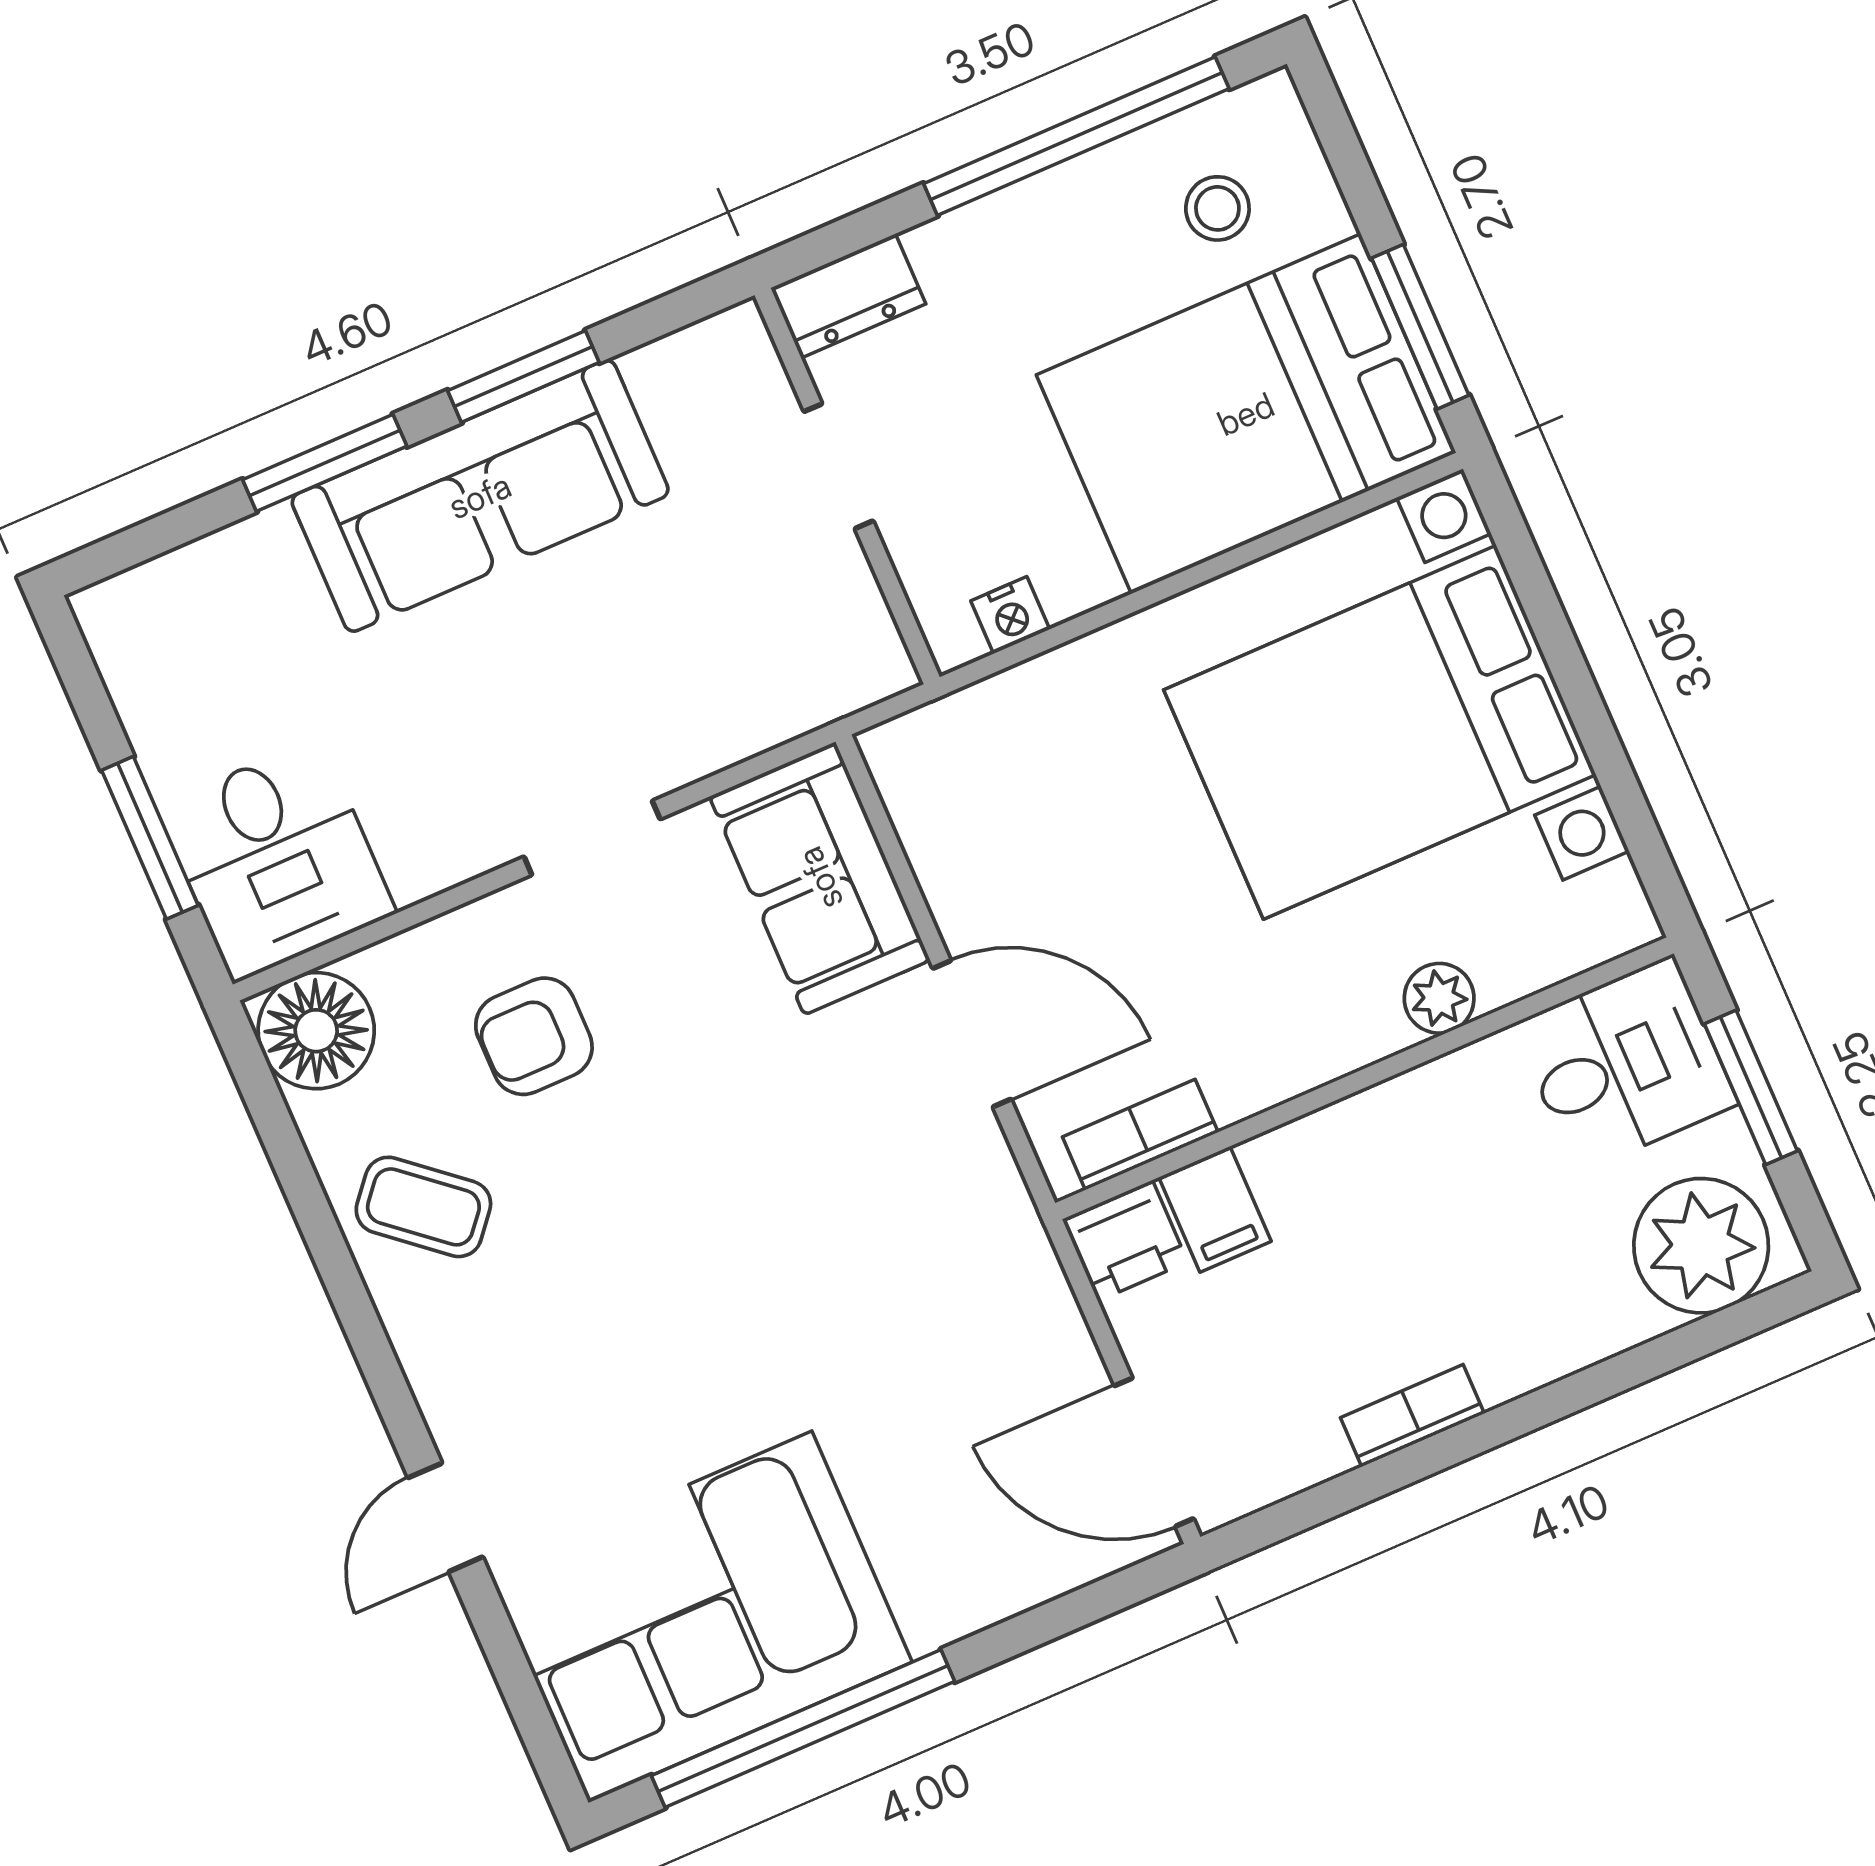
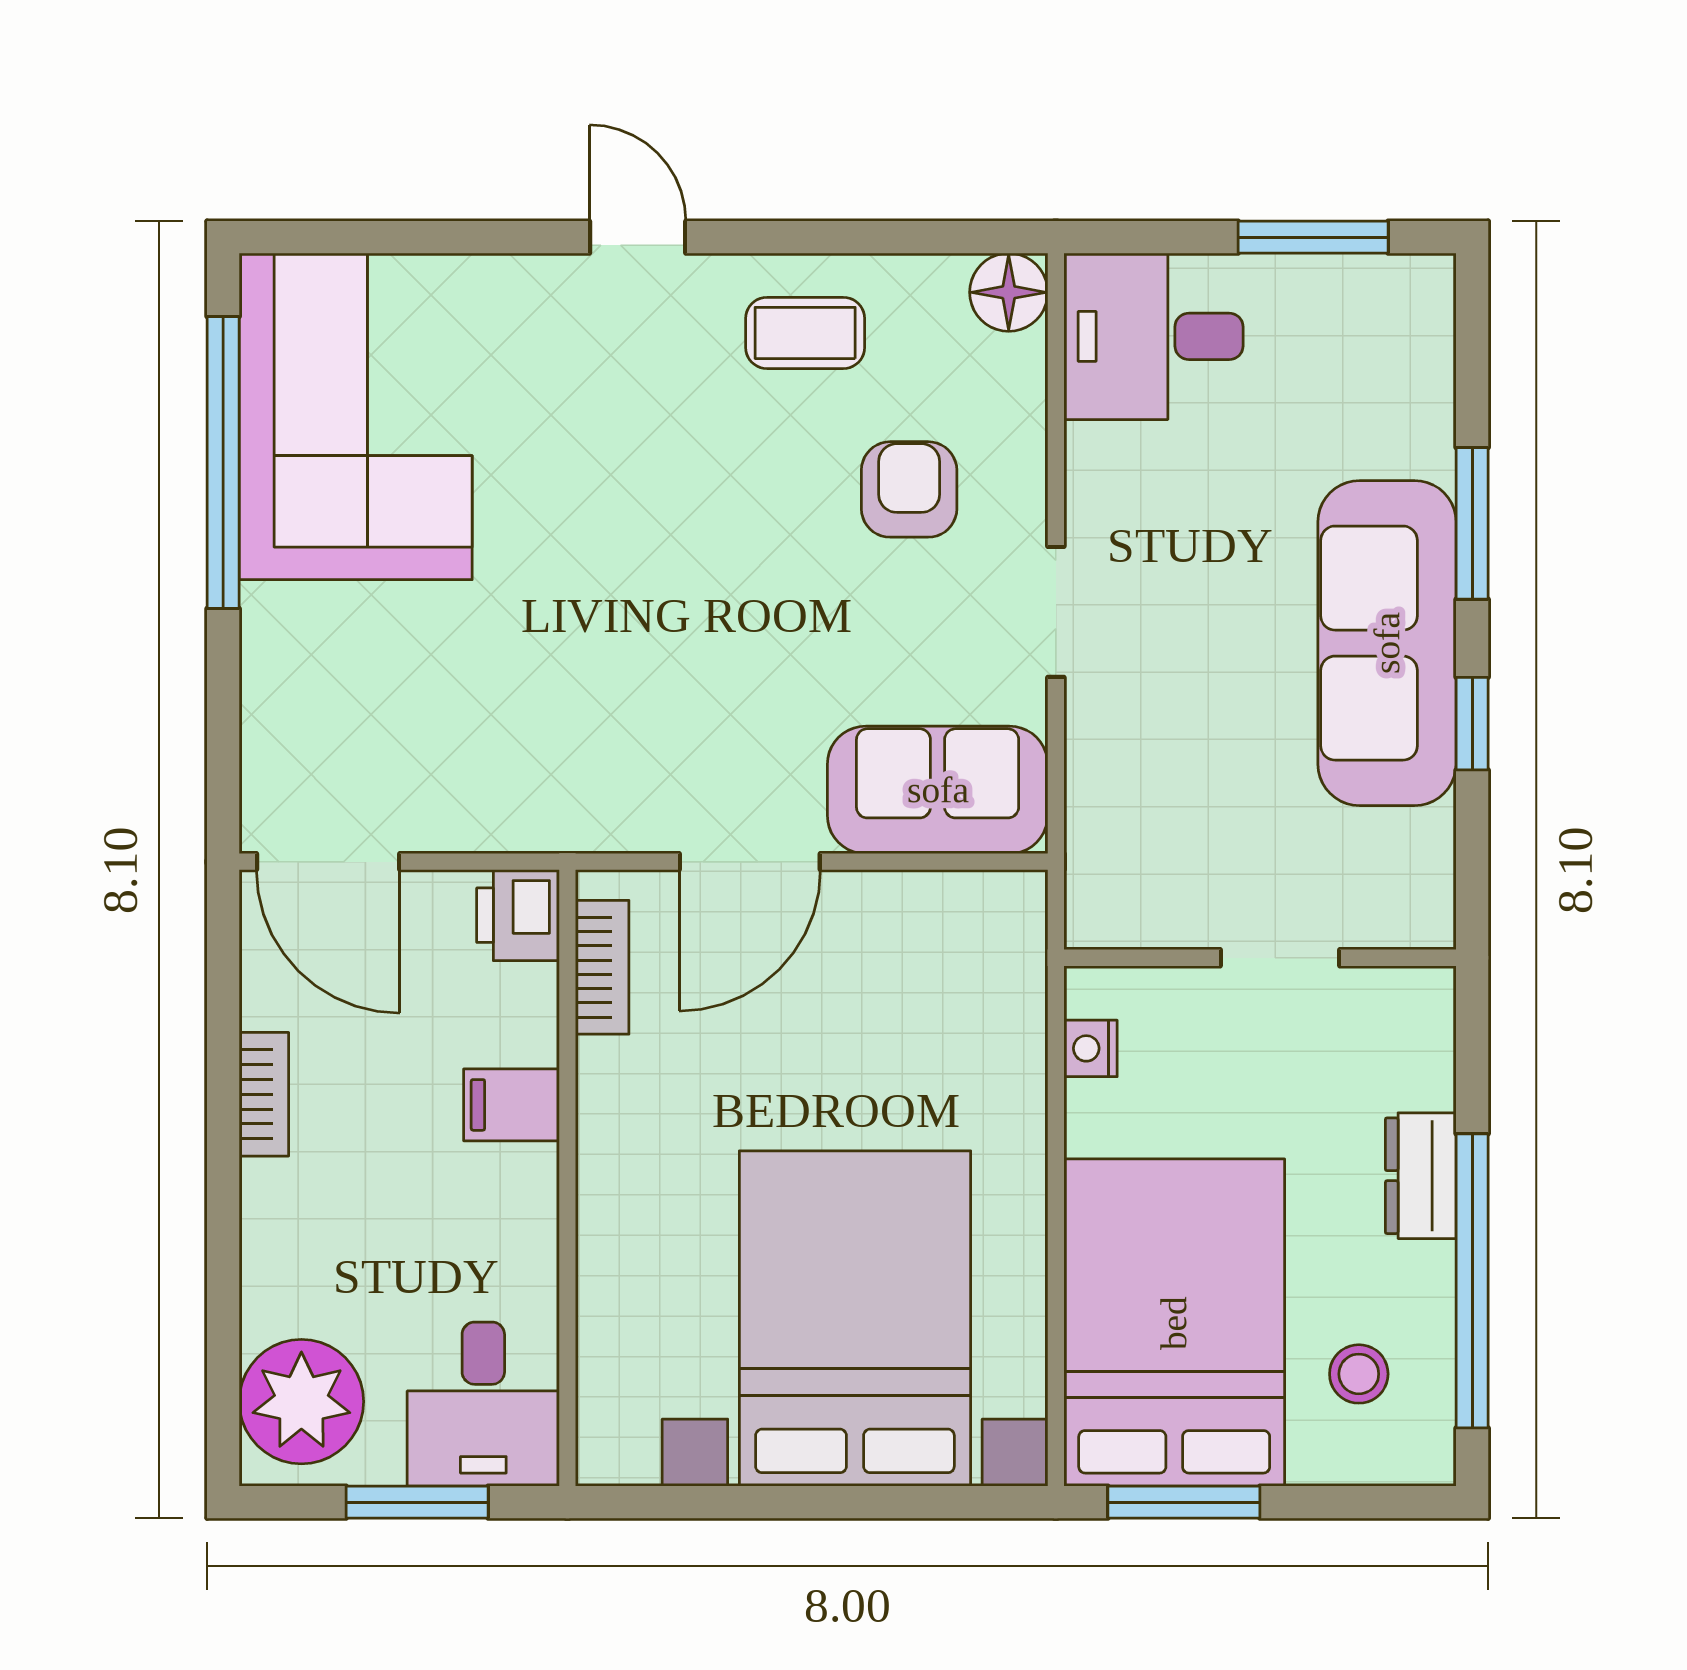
dresser: (848, 296) -> (1421, 1176), moved
window: (523, 377) -> (1472, 724), width x0.67
window: (150, 838) -> (1313, 237), moved
plant: (1439, 998) -> (608, 1271), removed
floor lamp: (316, 1031) -> (1009, 292), width x0.73, depth x0.73
coffee table: (423, 1207) -> (805, 333), turned 50
filing cabinet: (1215, 1209) -> (511, 1105), moved
door: (1154, 1452) -> (328, 862), swing flipped
door: (445, 1517) -> (638, 237), moved

